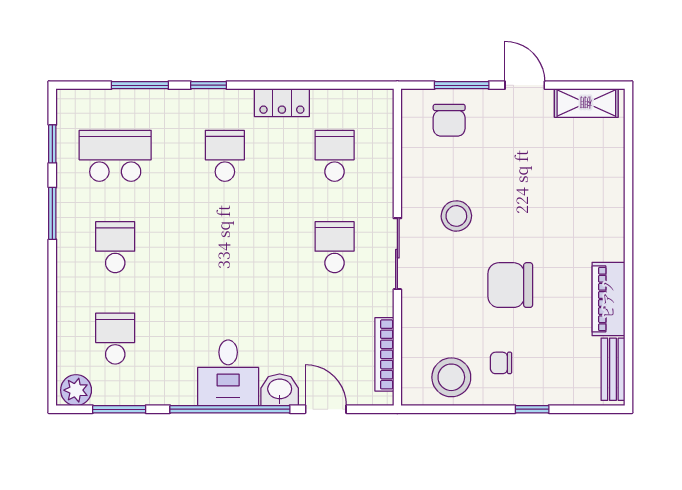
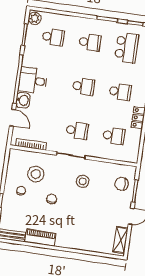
school desk: (225, 247) -> (83, 86), added
chair: (510, 285) -> (52, 199), width x0.54, depth x0.54
stool: (451, 377) -> (36, 174), moved
door: (326, 409) -> (13, 118), hinge flipped

